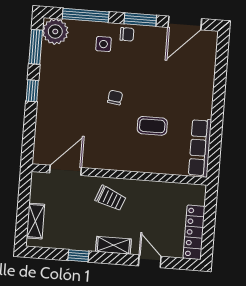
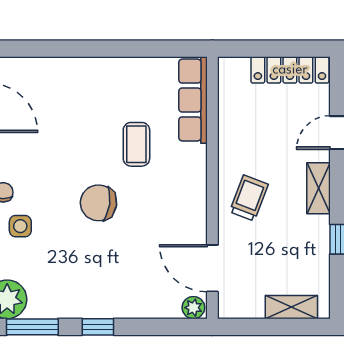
chair: (115, 97) -> (98, 203), width x1.87, depth x1.87
row of seats: (200, 148) -> (193, 100), moved, turned 90
plant: (40, 156) -> (193, 308), added

